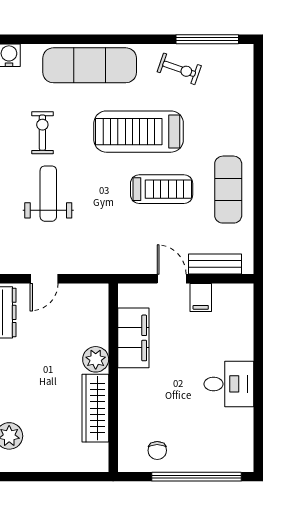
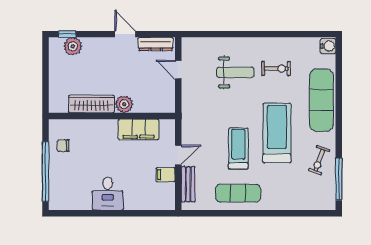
treadmill: (162, 189) -> (238, 148), turned 180

